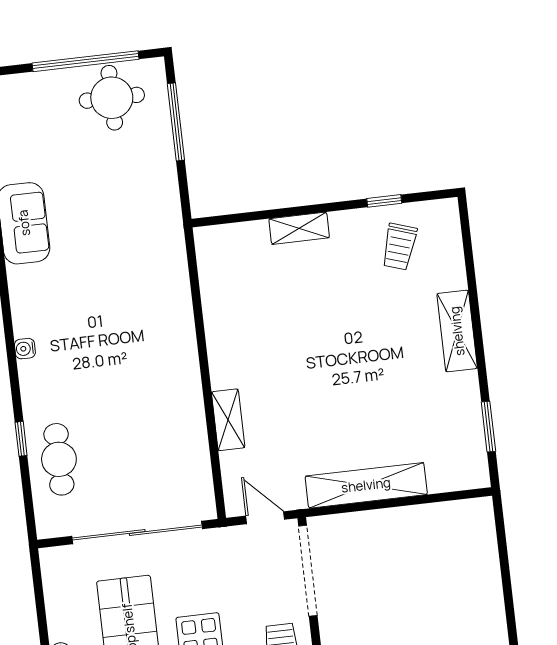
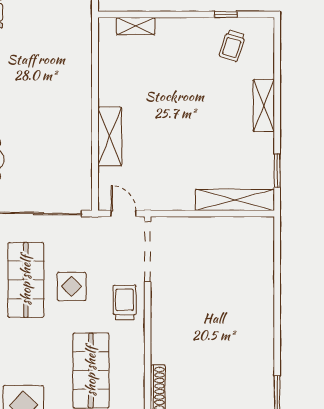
shelving: (299, 228) -> (136, 26), moved
shelving: (228, 420) -> (110, 137), width x1.50, depth x1.33
shelving: (366, 485) -> (235, 200), moved

